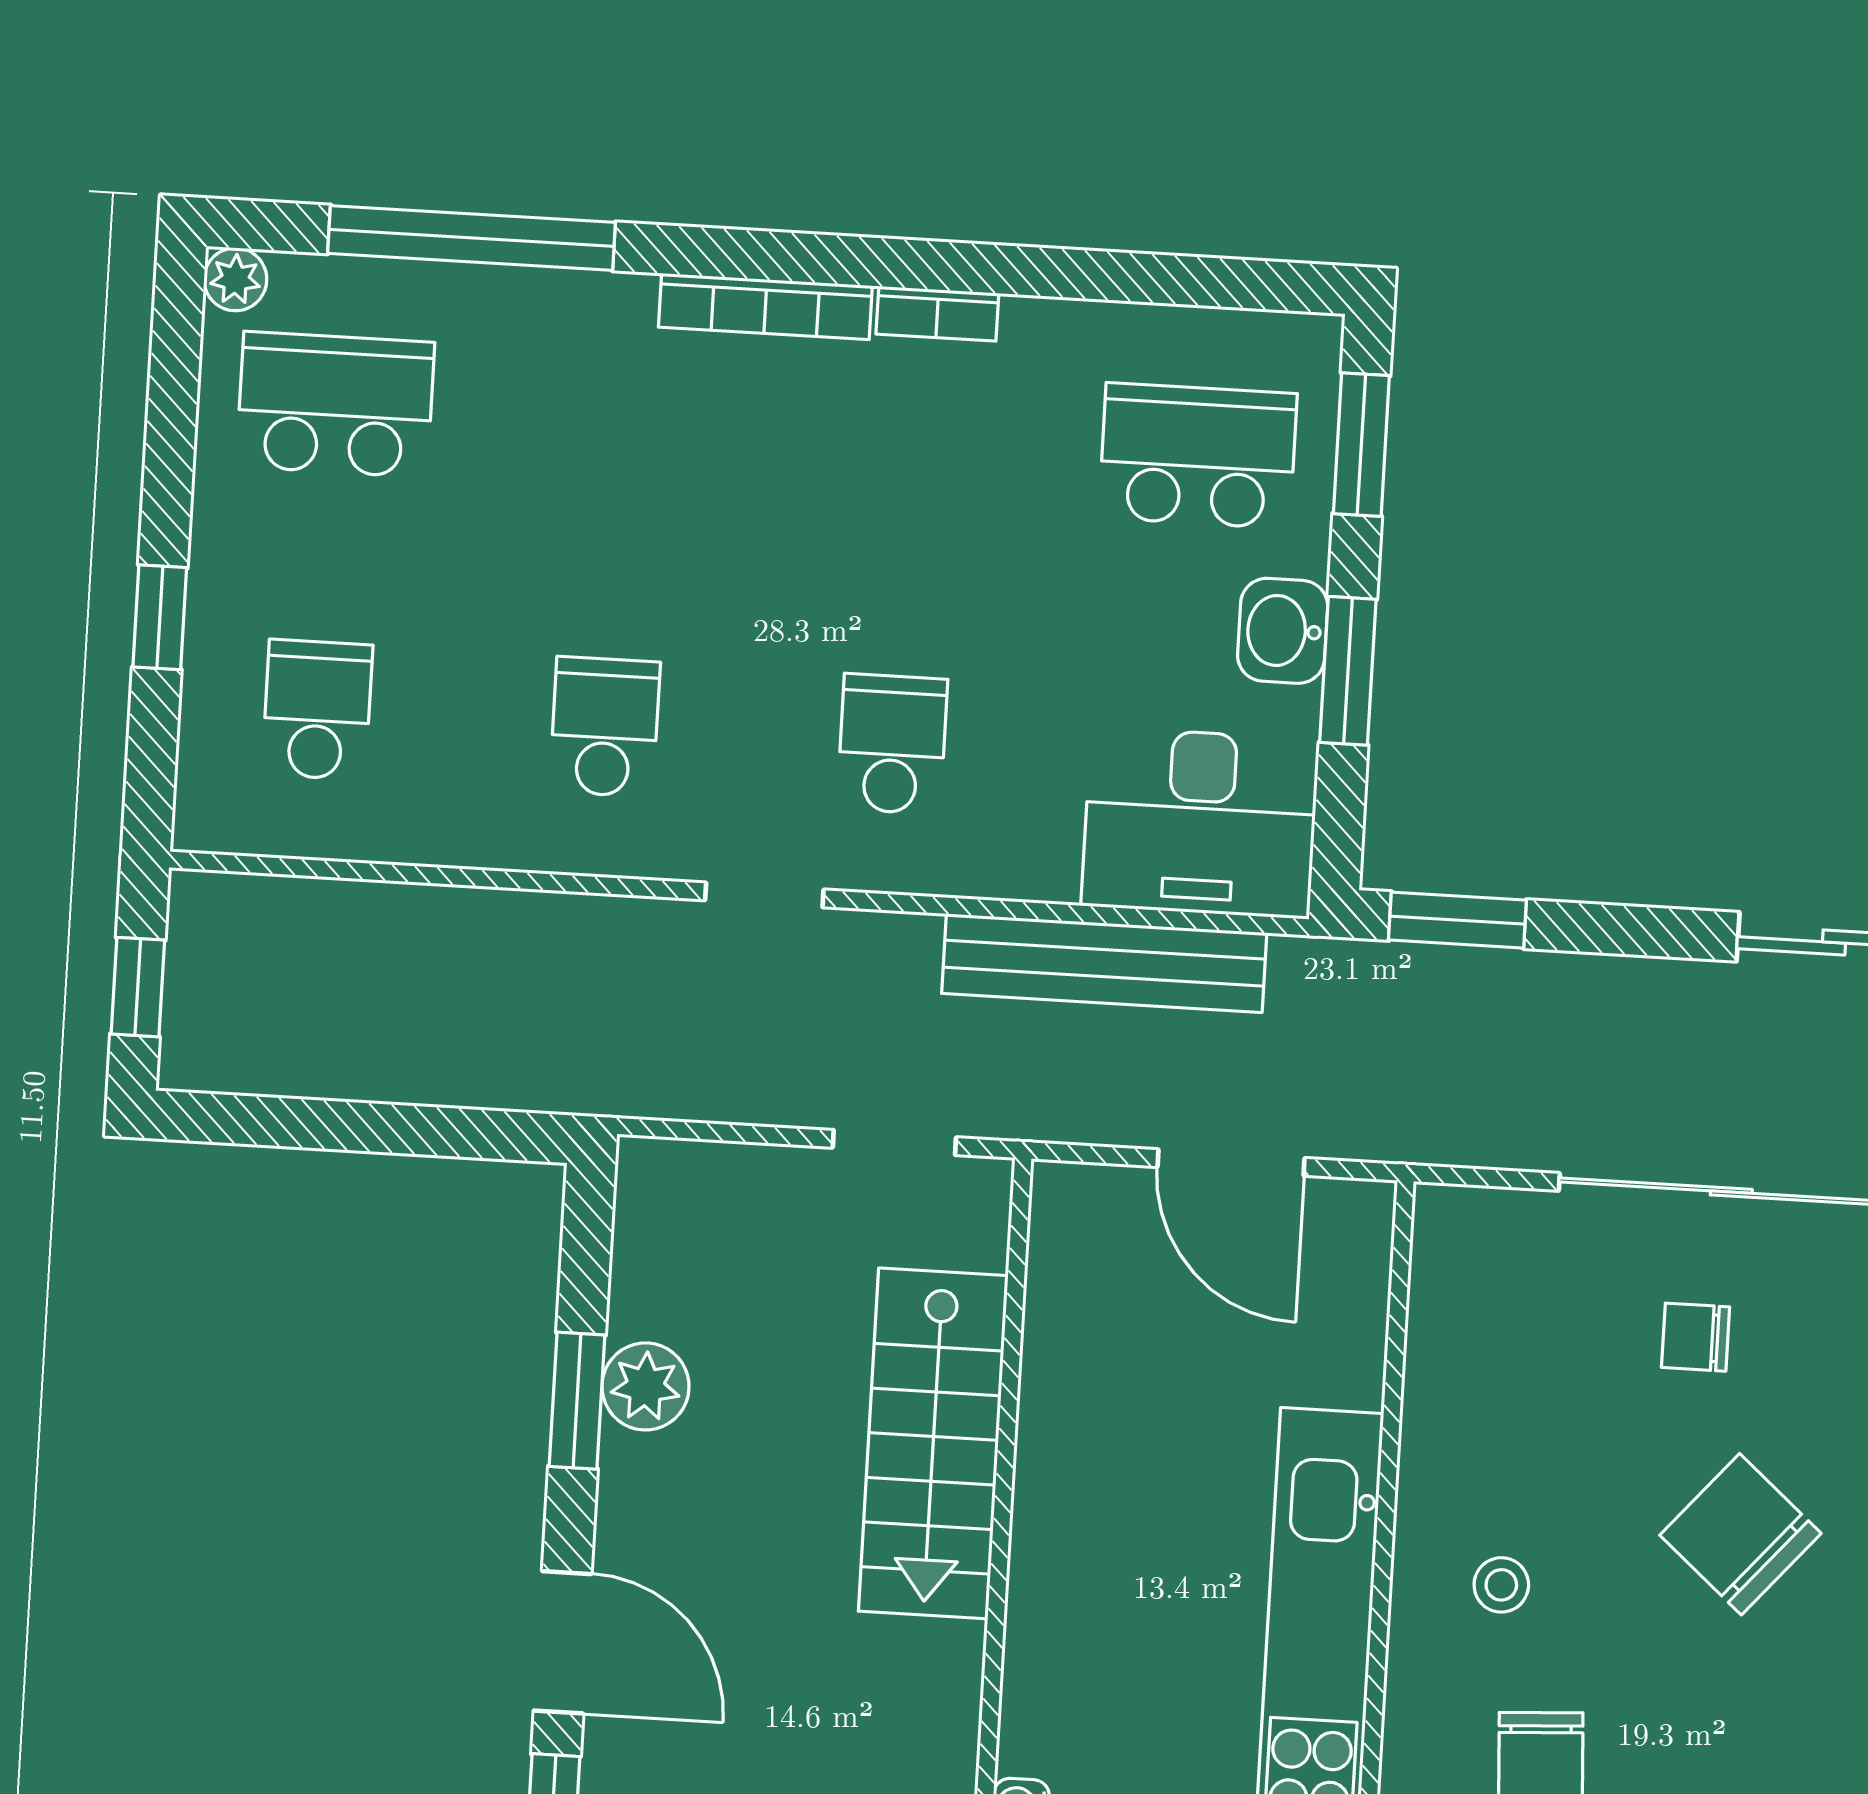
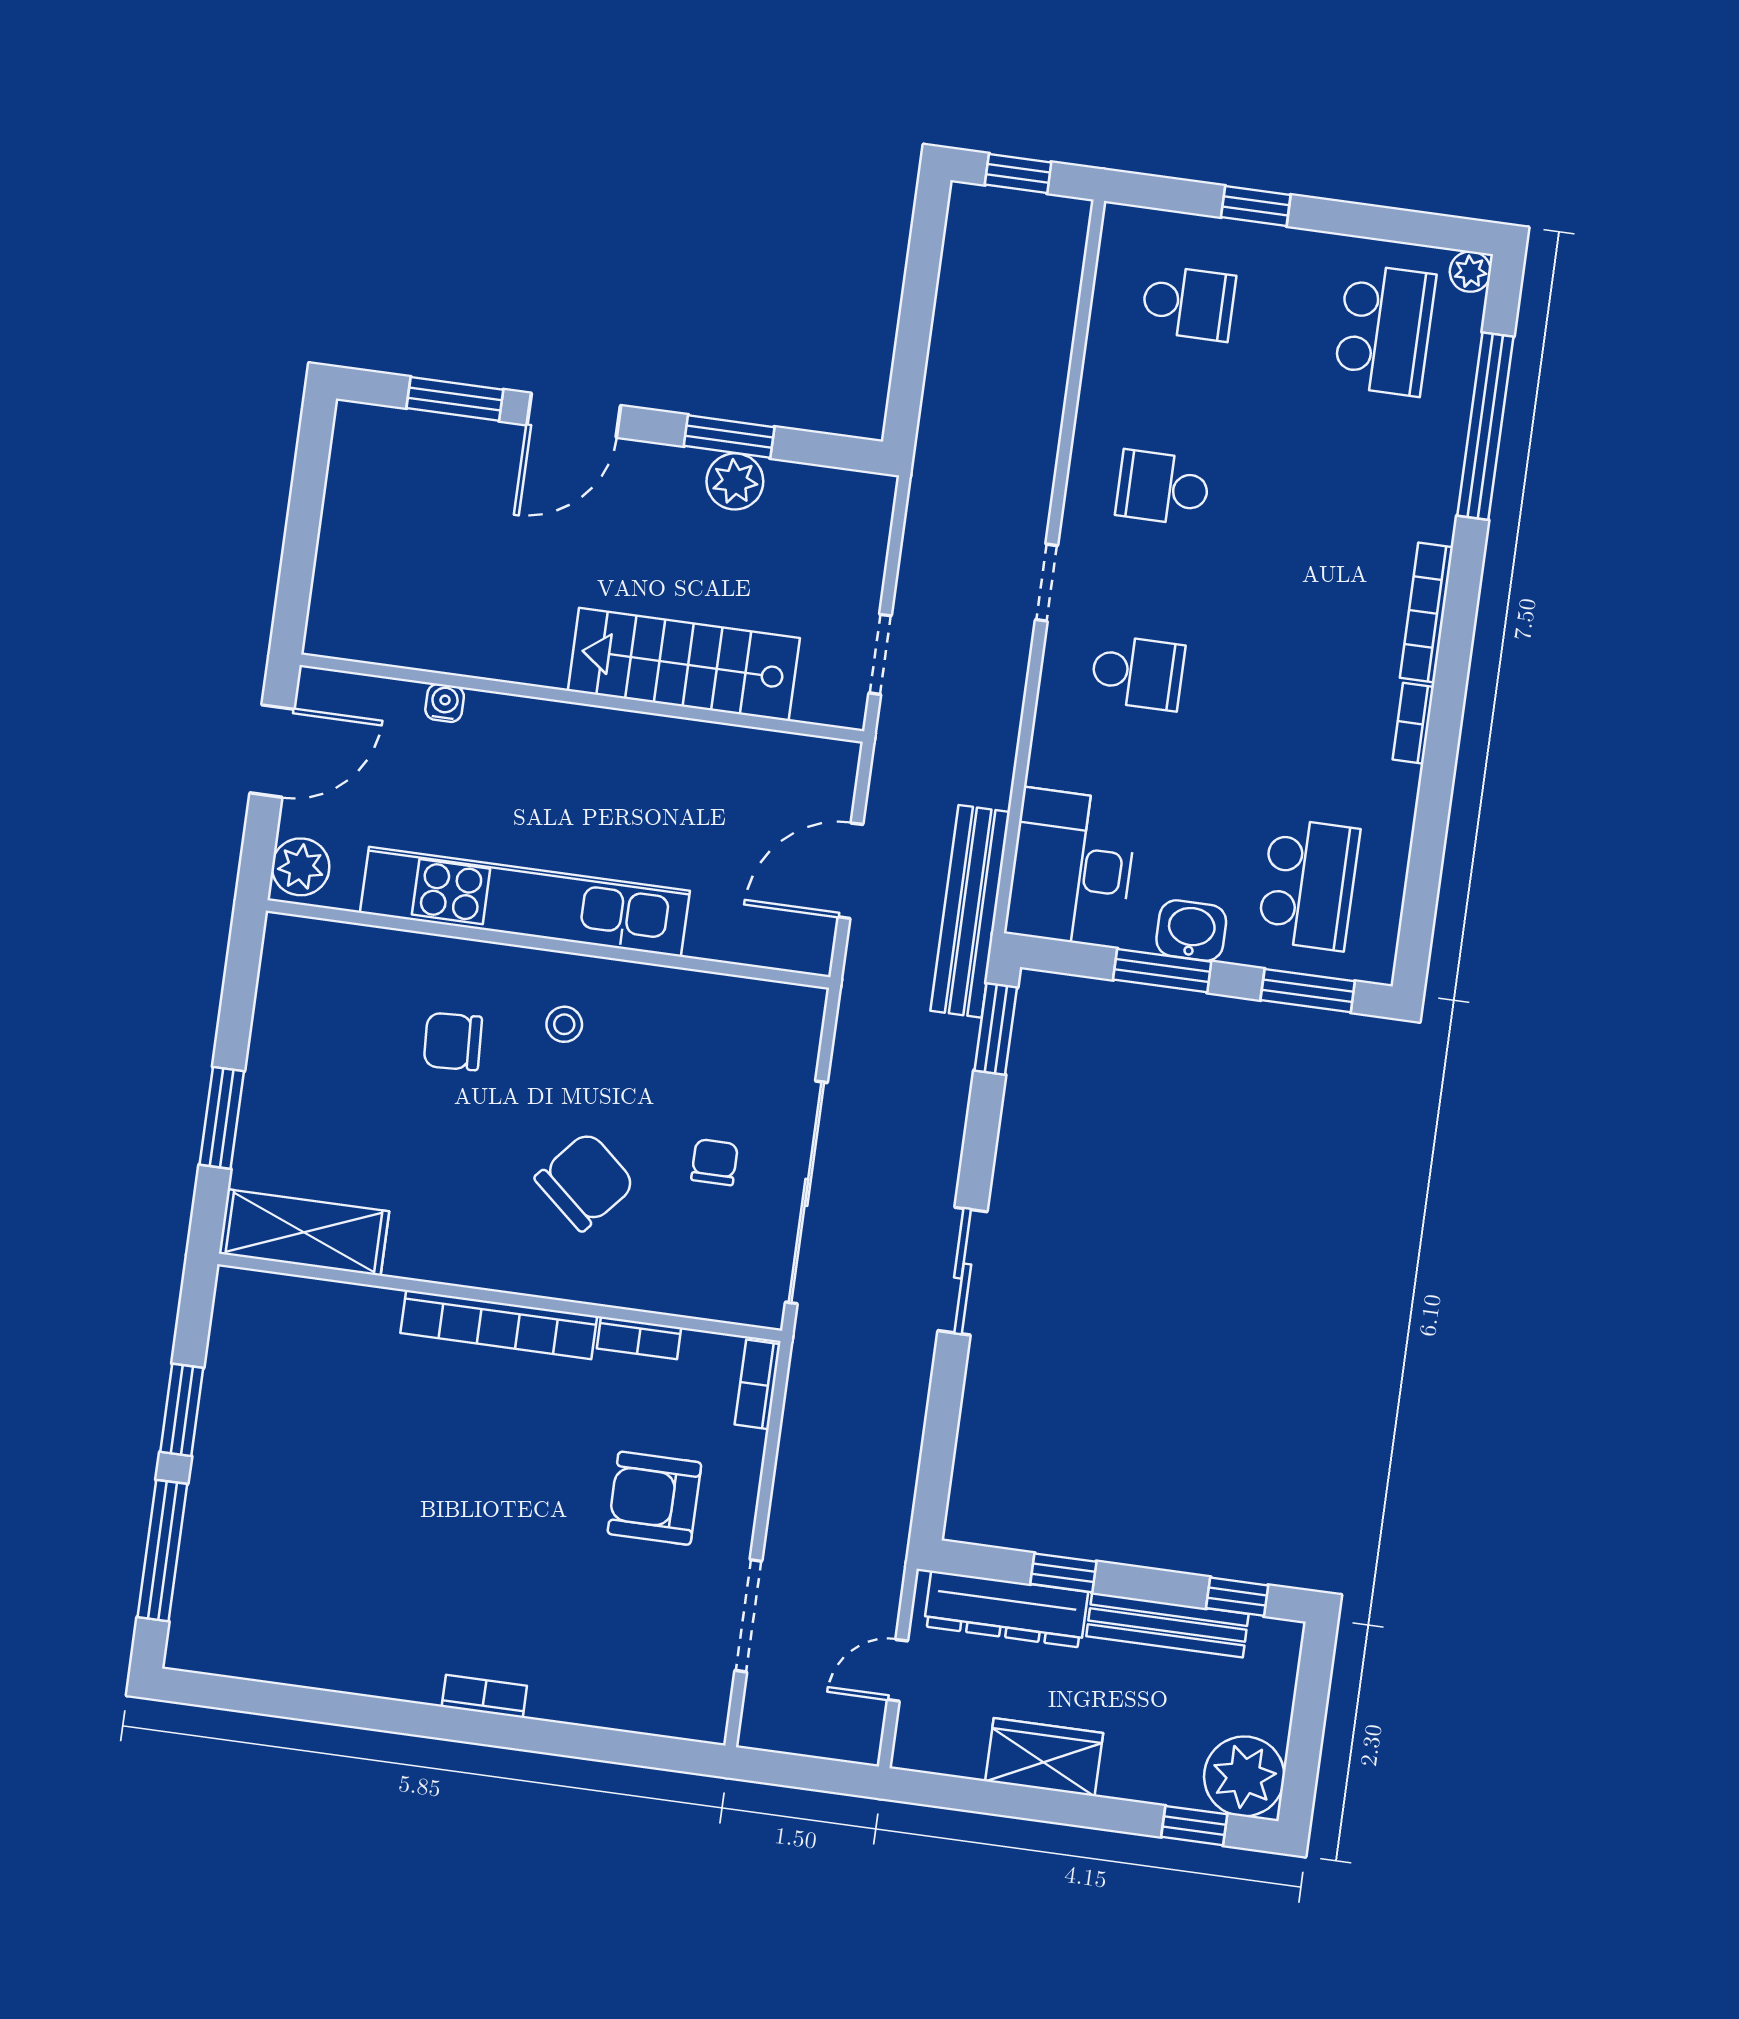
school desk: (605, 727) -> (1163, 488), turned 180
bench: (1104, 963) -> (970, 911), moved

